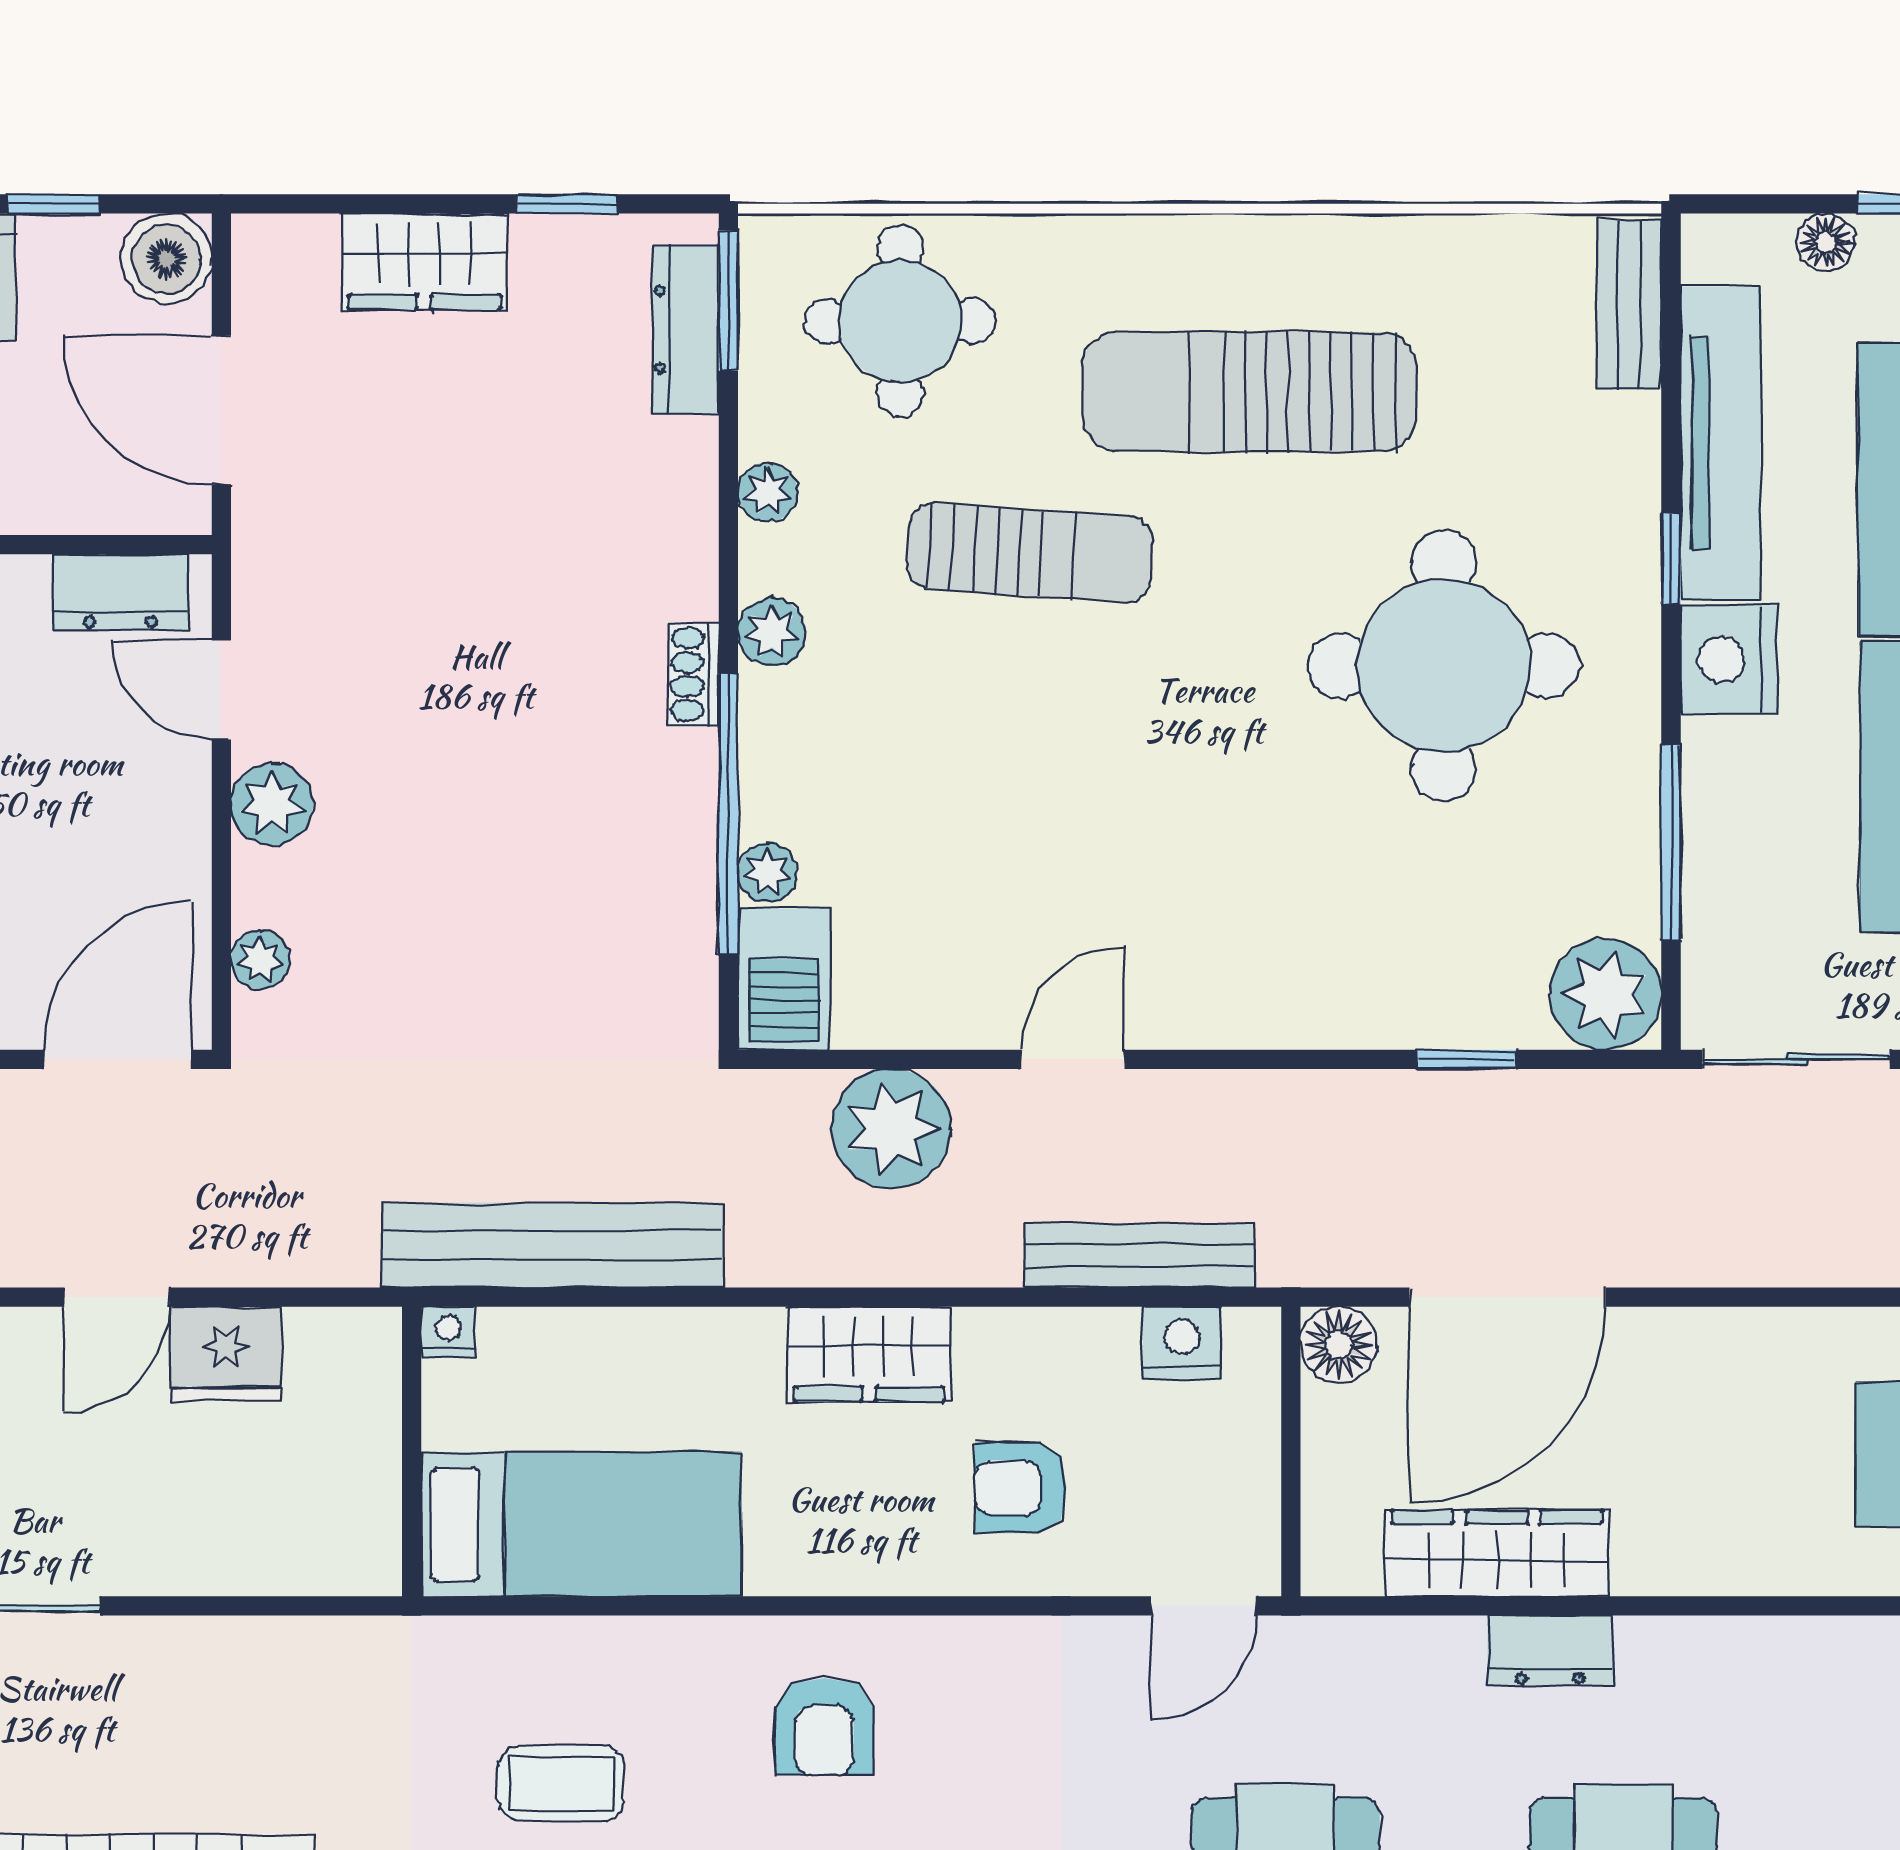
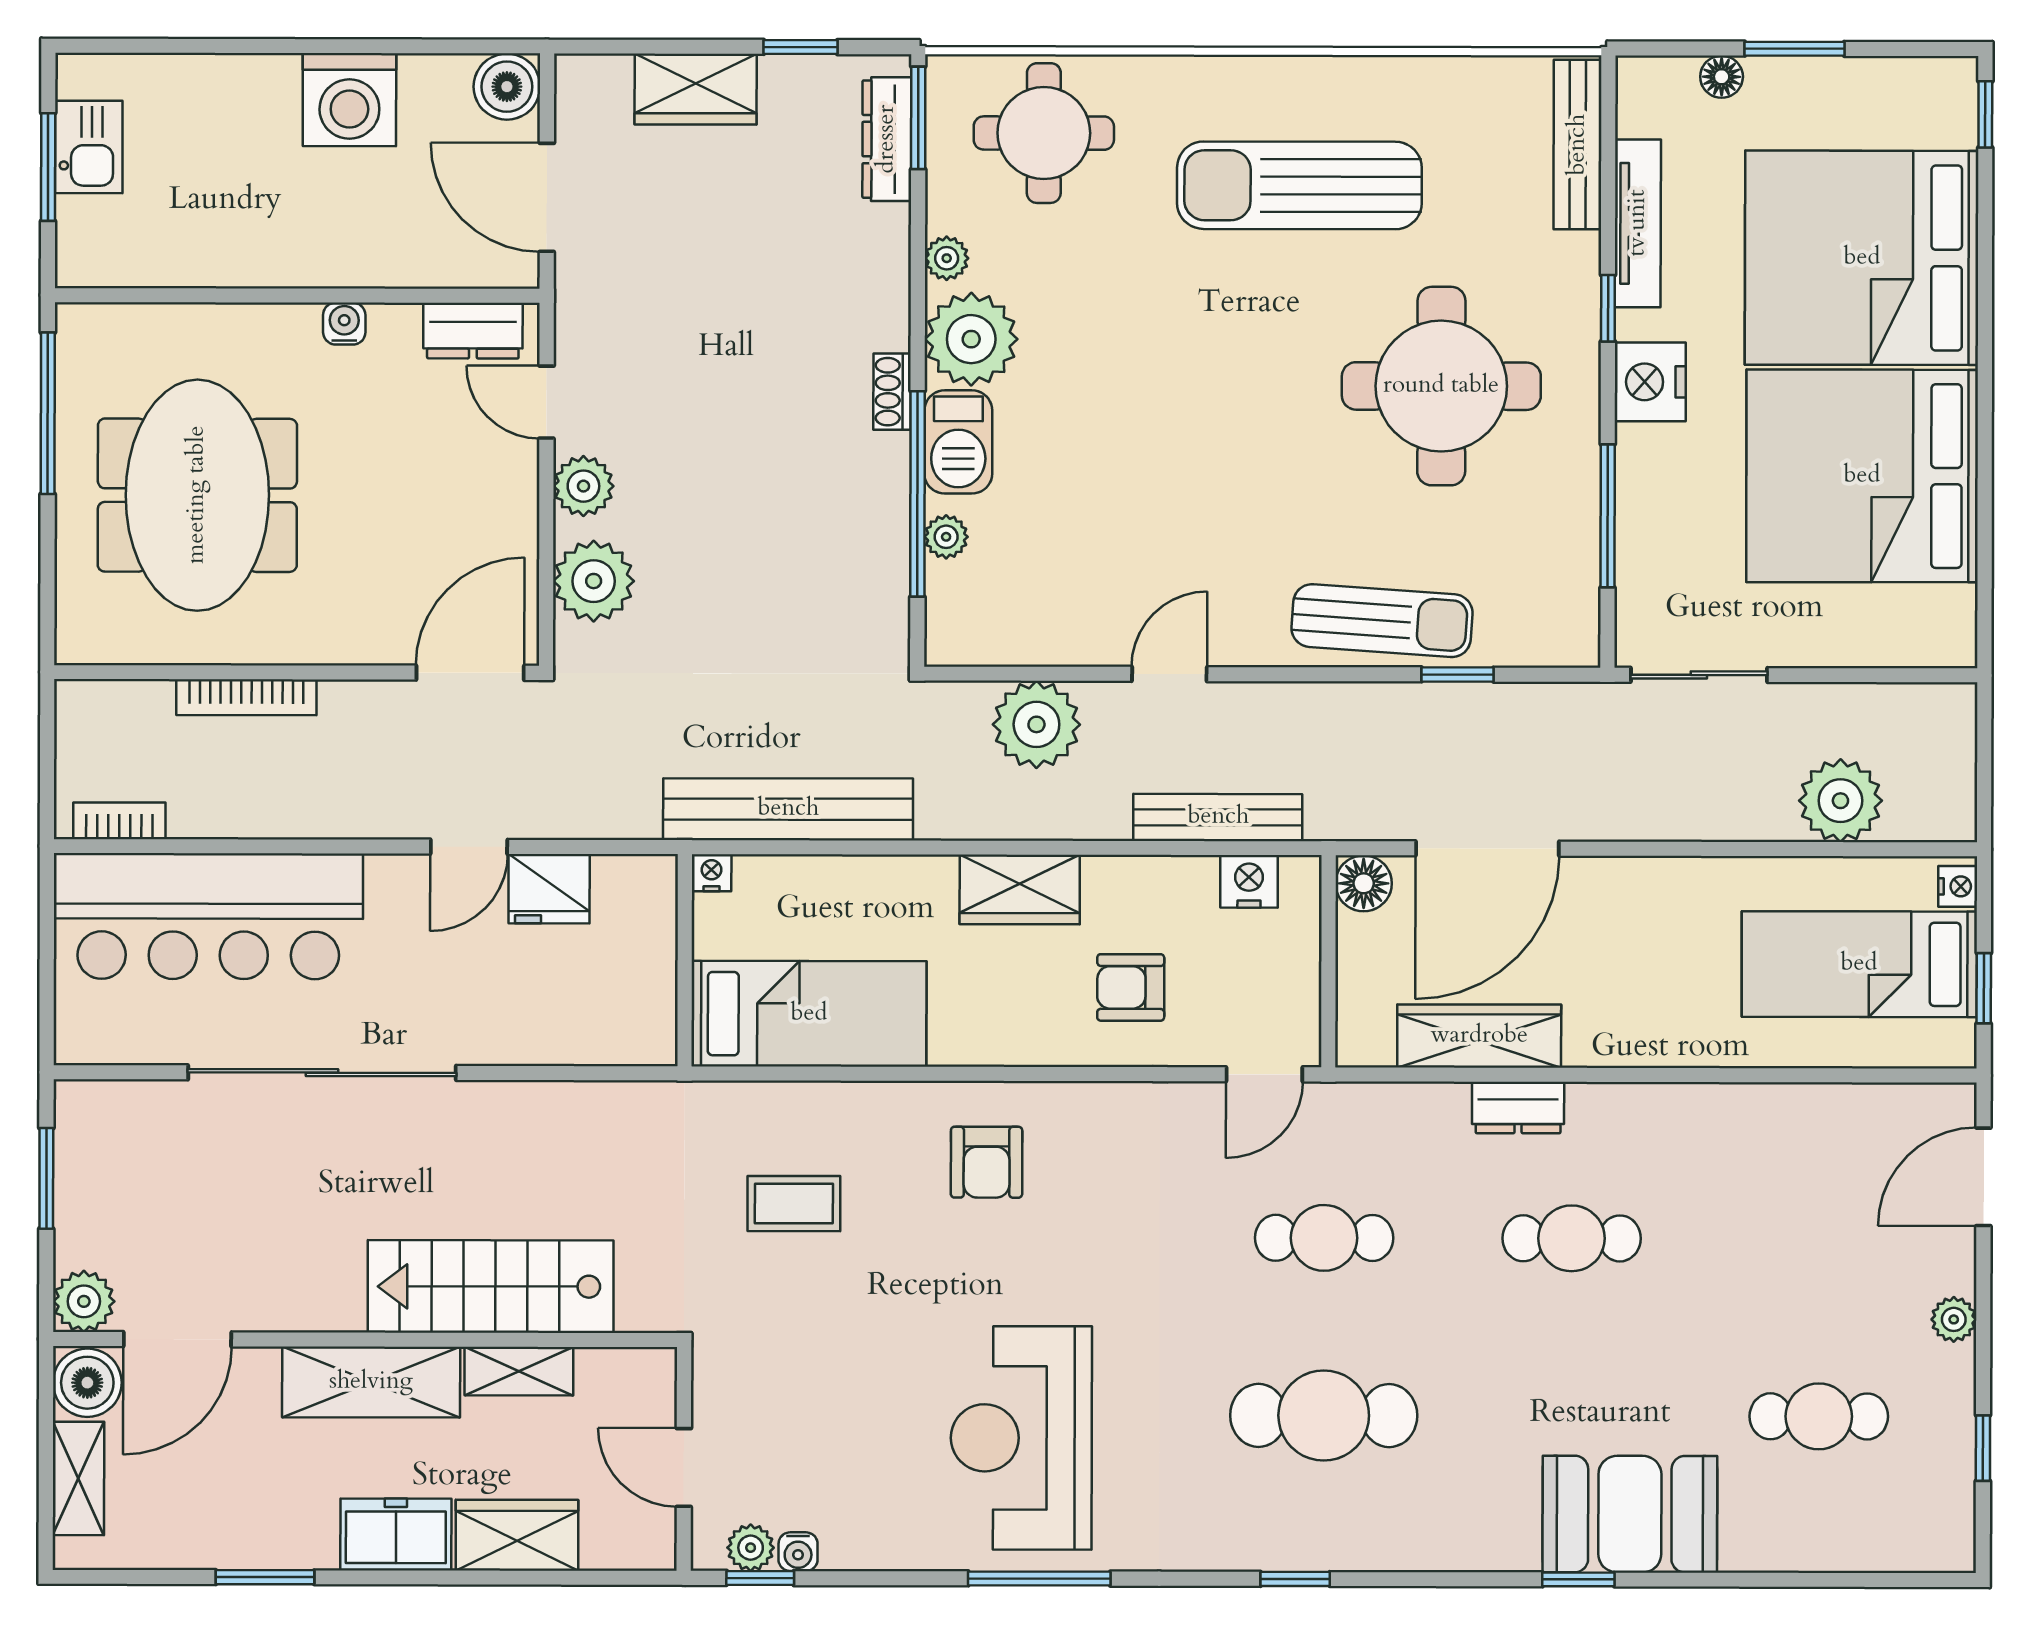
window: (53, 204) -> (424, 46), removed
bench: (1629, 304) -> (1578, 145), width x1.36
tv unit: (1720, 443) -> (1638, 223), width x0.73, depth x0.78
sun lounger: (1030, 553) -> (1382, 621), moved
plant: (772, 632) -> (971, 339), width x1.87, depth x1.87
plant: (260, 960) -> (594, 581), width x1.88, depth x1.88
barbecue: (784, 979) -> (958, 442), moved
plant: (1606, 994) -> (1560, 627), removed

